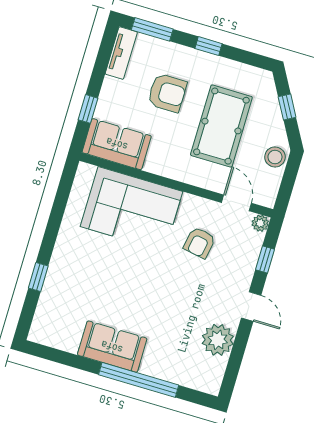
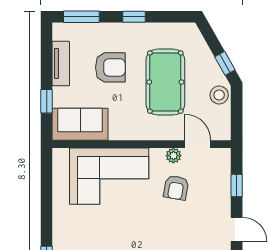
tv unit: (121, 53) -> (61, 64), moved
window: (287, 107) -> (225, 63), moved
plant: (260, 223) -> (173, 156), moved

